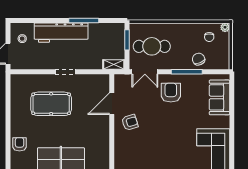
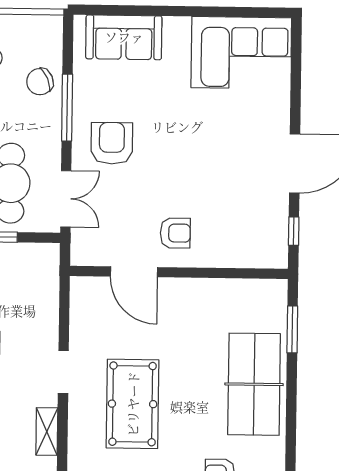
shelving: (114, 65) -> (47, 431), moved
armchair: (171, 93) -> (112, 143), turned 90
armchair: (130, 122) -> (175, 233), turned 107

